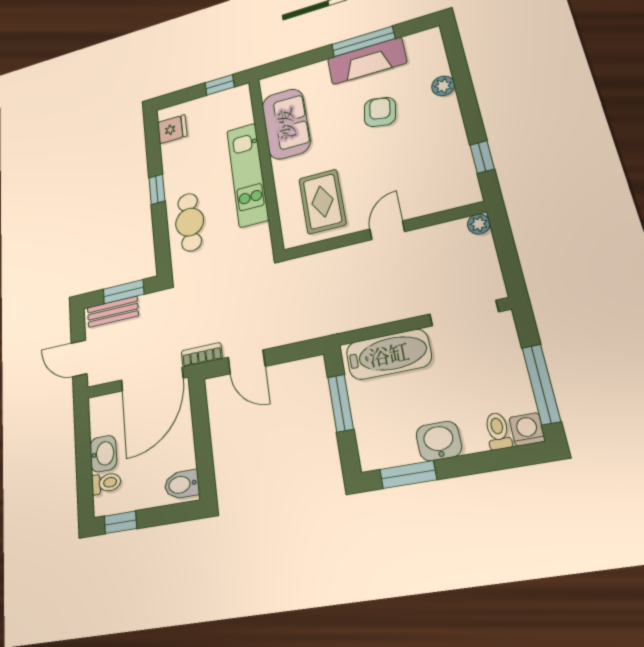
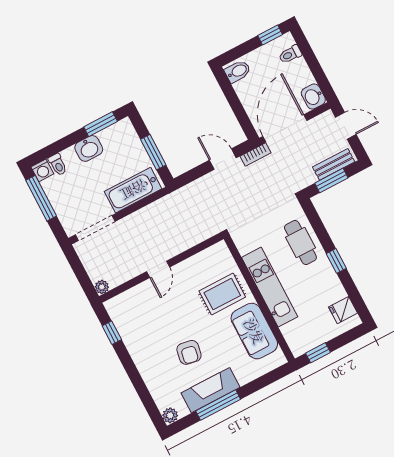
plant: (443, 86) -> (170, 415), moved
rug: (322, 202) -> (222, 294), moved, turned 90
washbasin: (103, 454) -> (313, 96), moved

